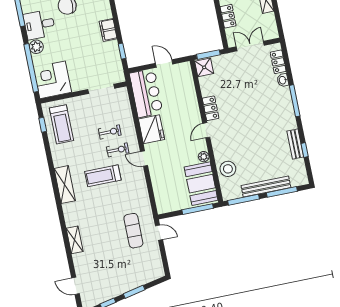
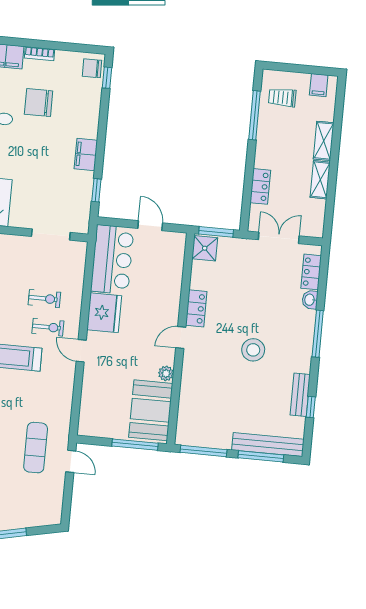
stool: (228, 169) -> (253, 350), moved
bench: (266, 187) -> (268, 445), moved

